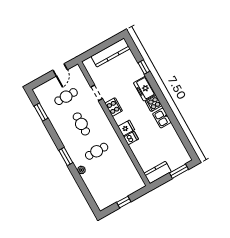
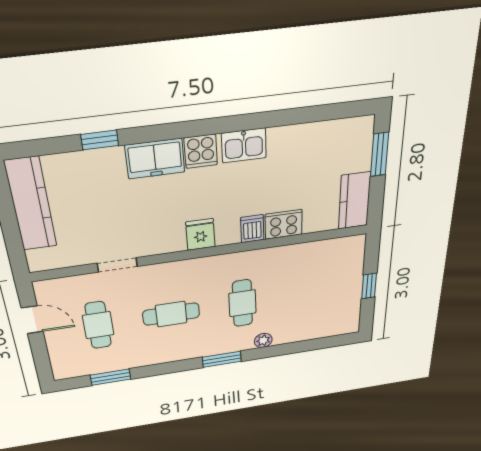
cooker: (114, 107) -> (284, 224), moved
fridge: (126, 128) -> (200, 234), moved

